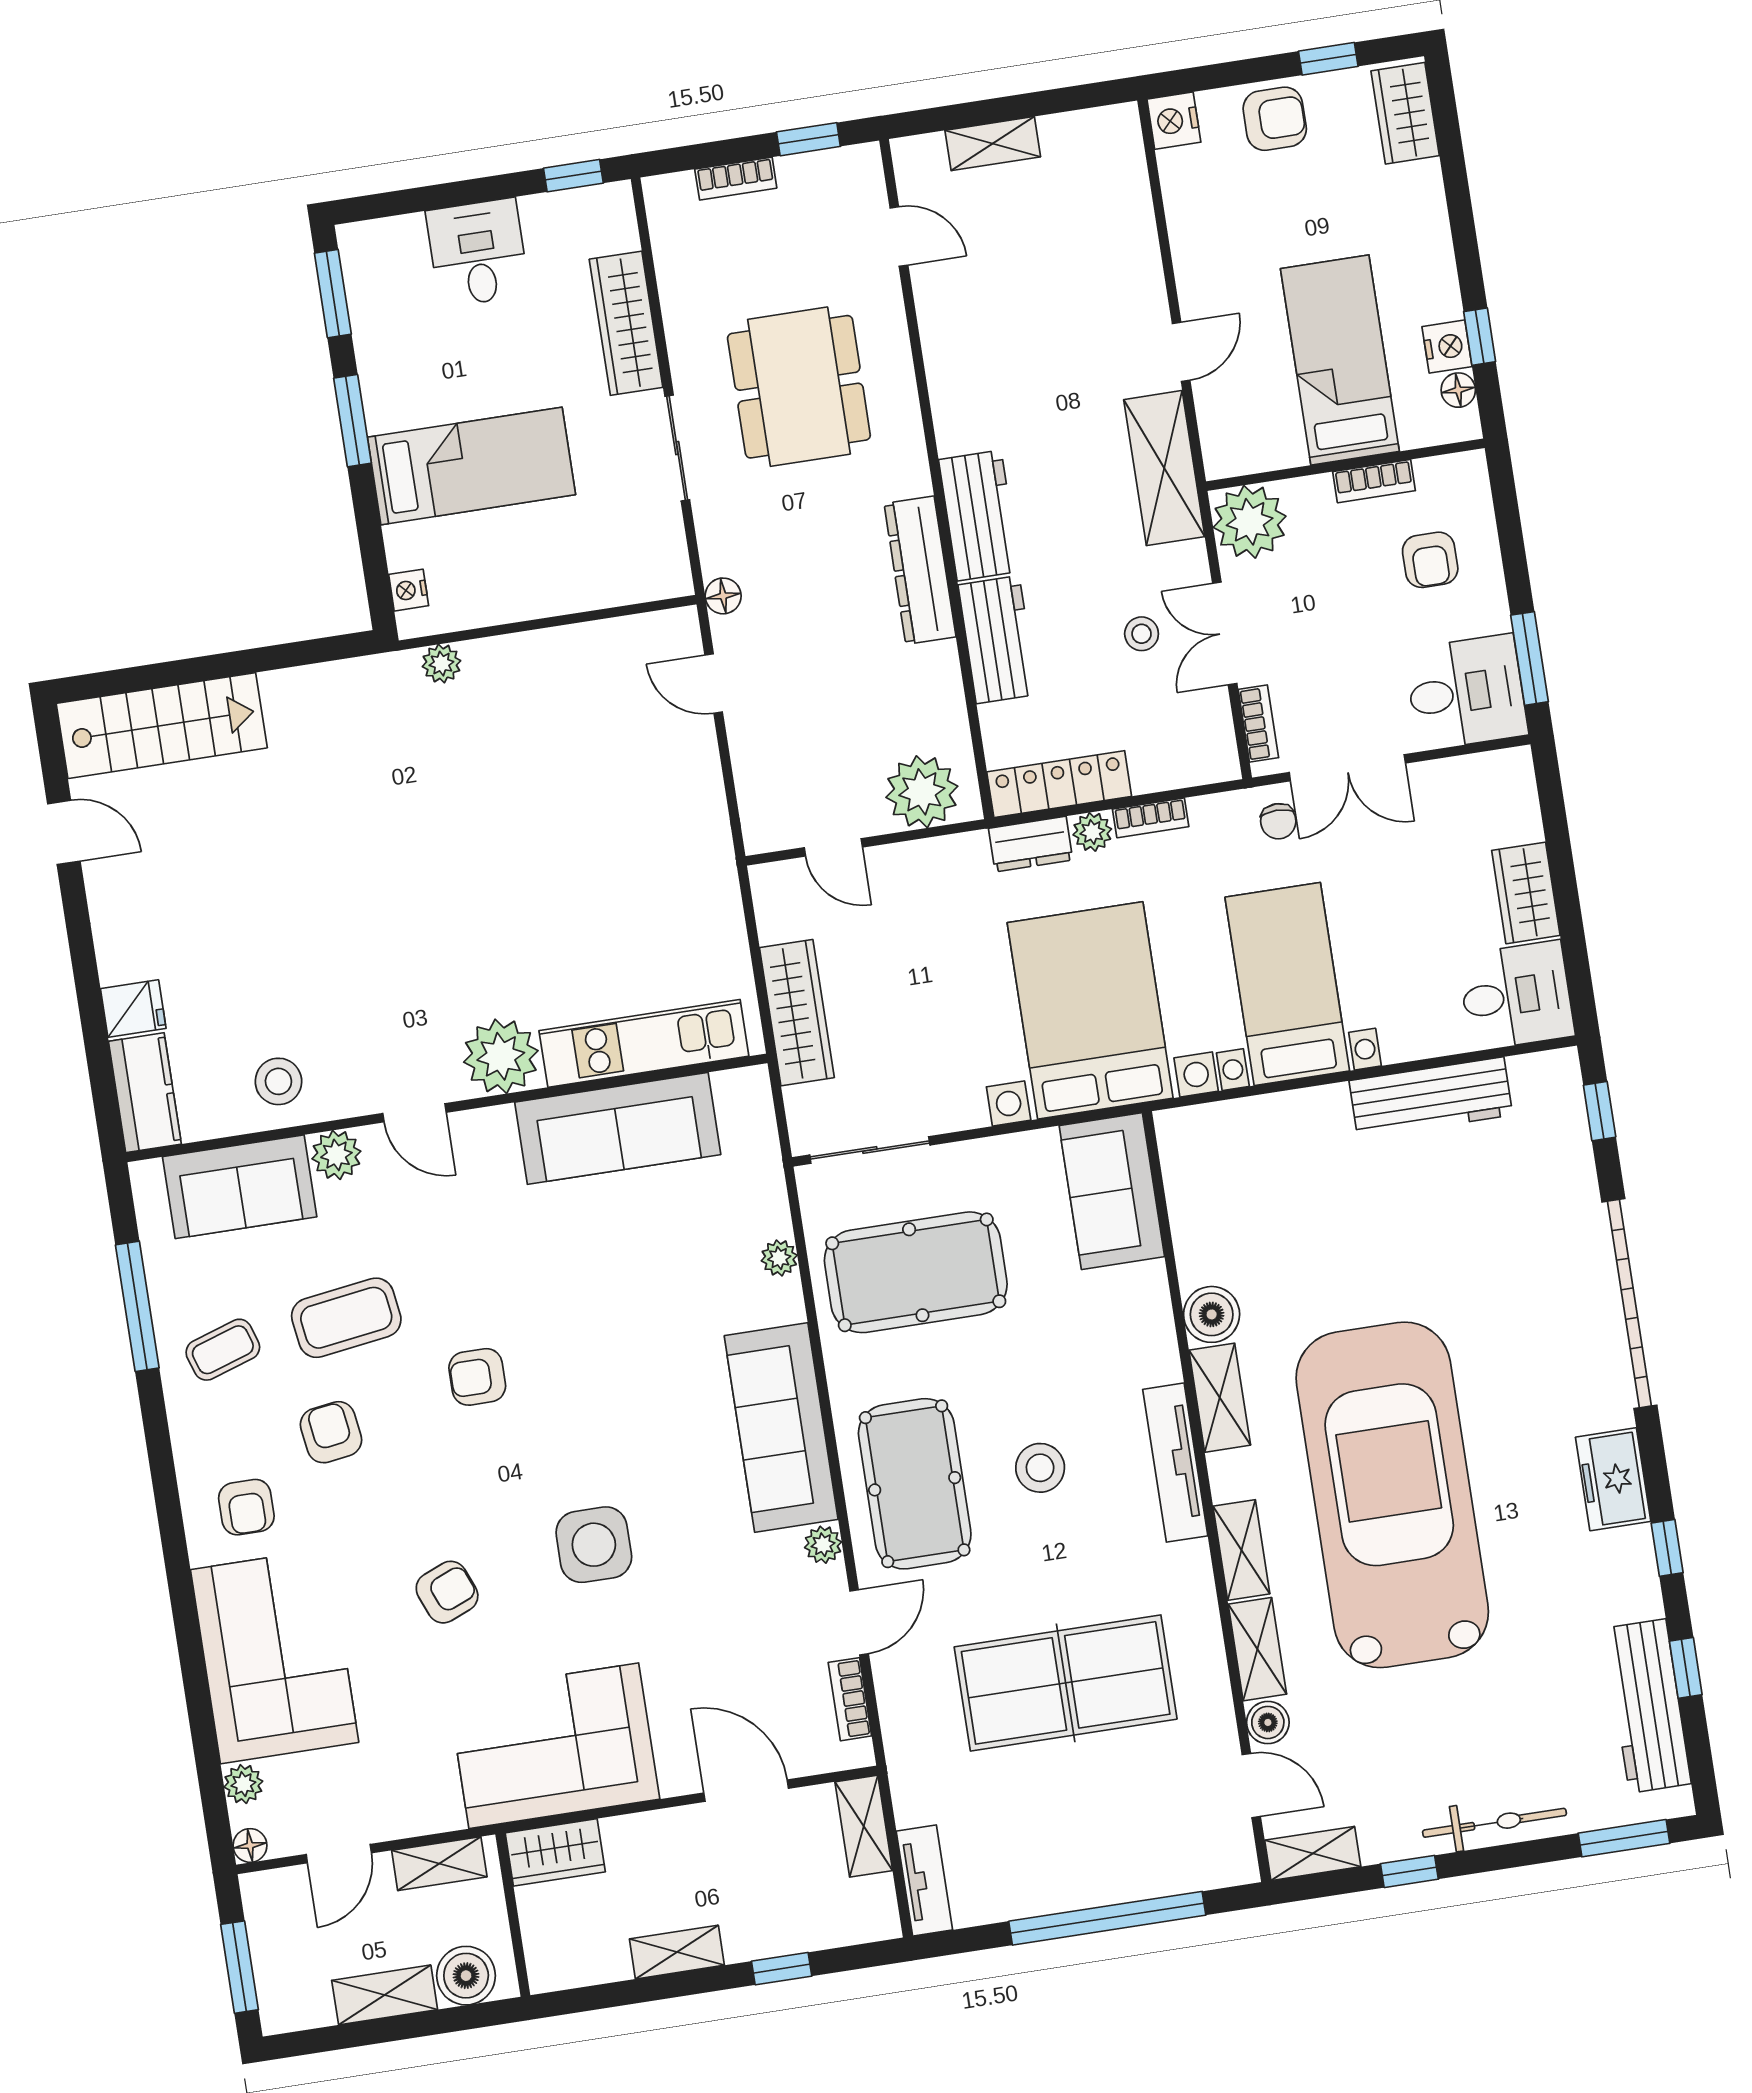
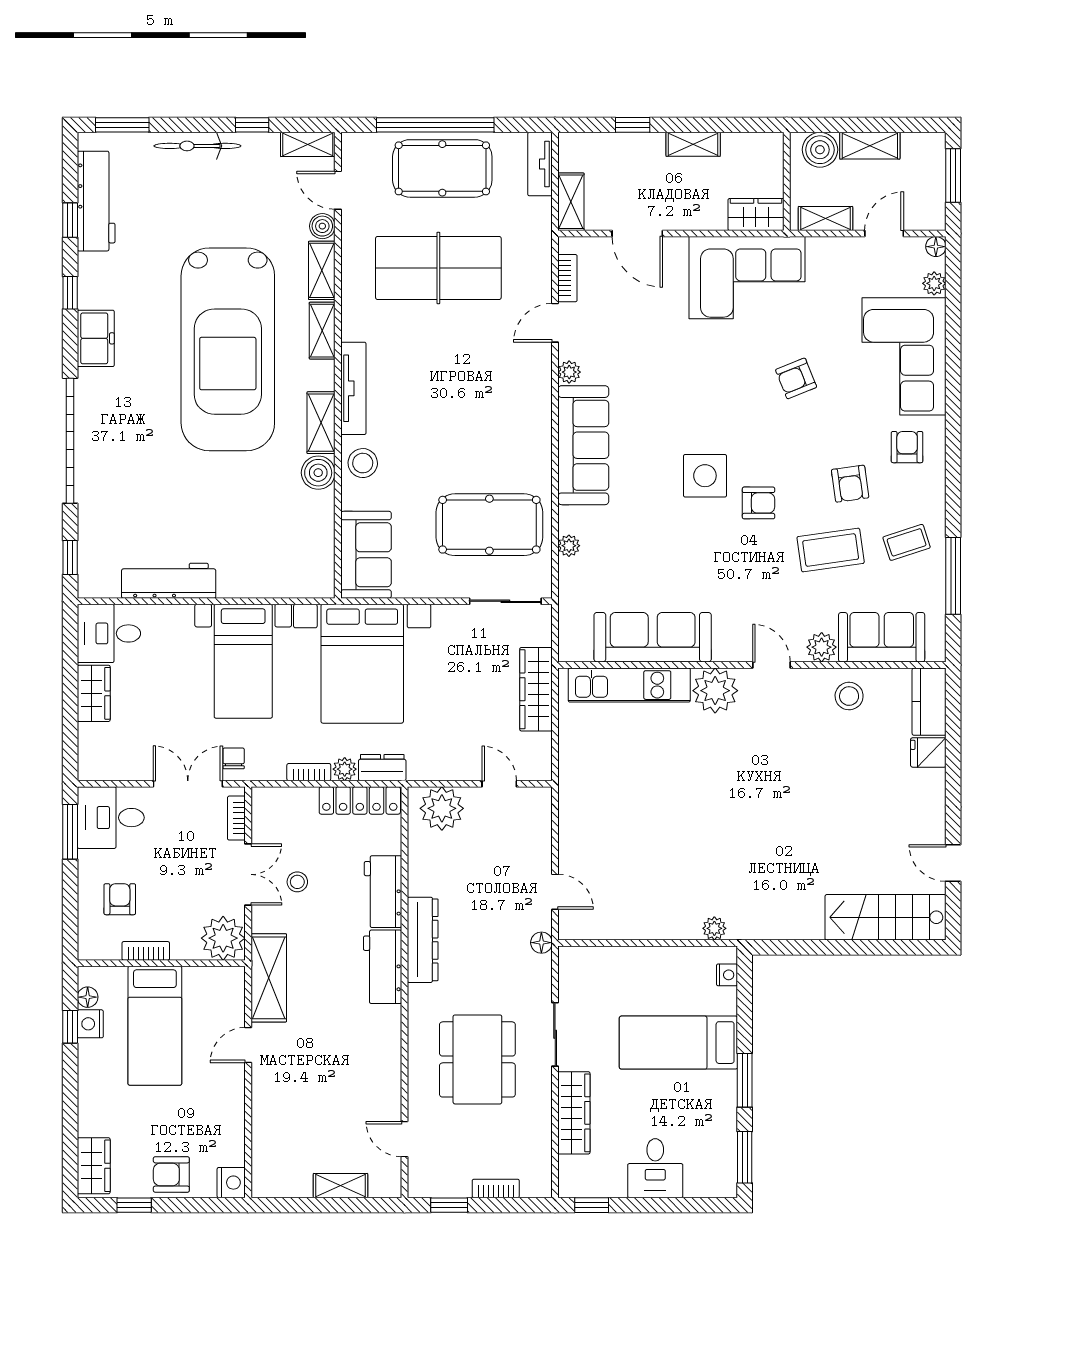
stool: (1040, 1468) -> (363, 463), moved
pool table: (915, 1484) -> (442, 168), moved, turned 90
side table: (594, 1545) -> (705, 476), moved

